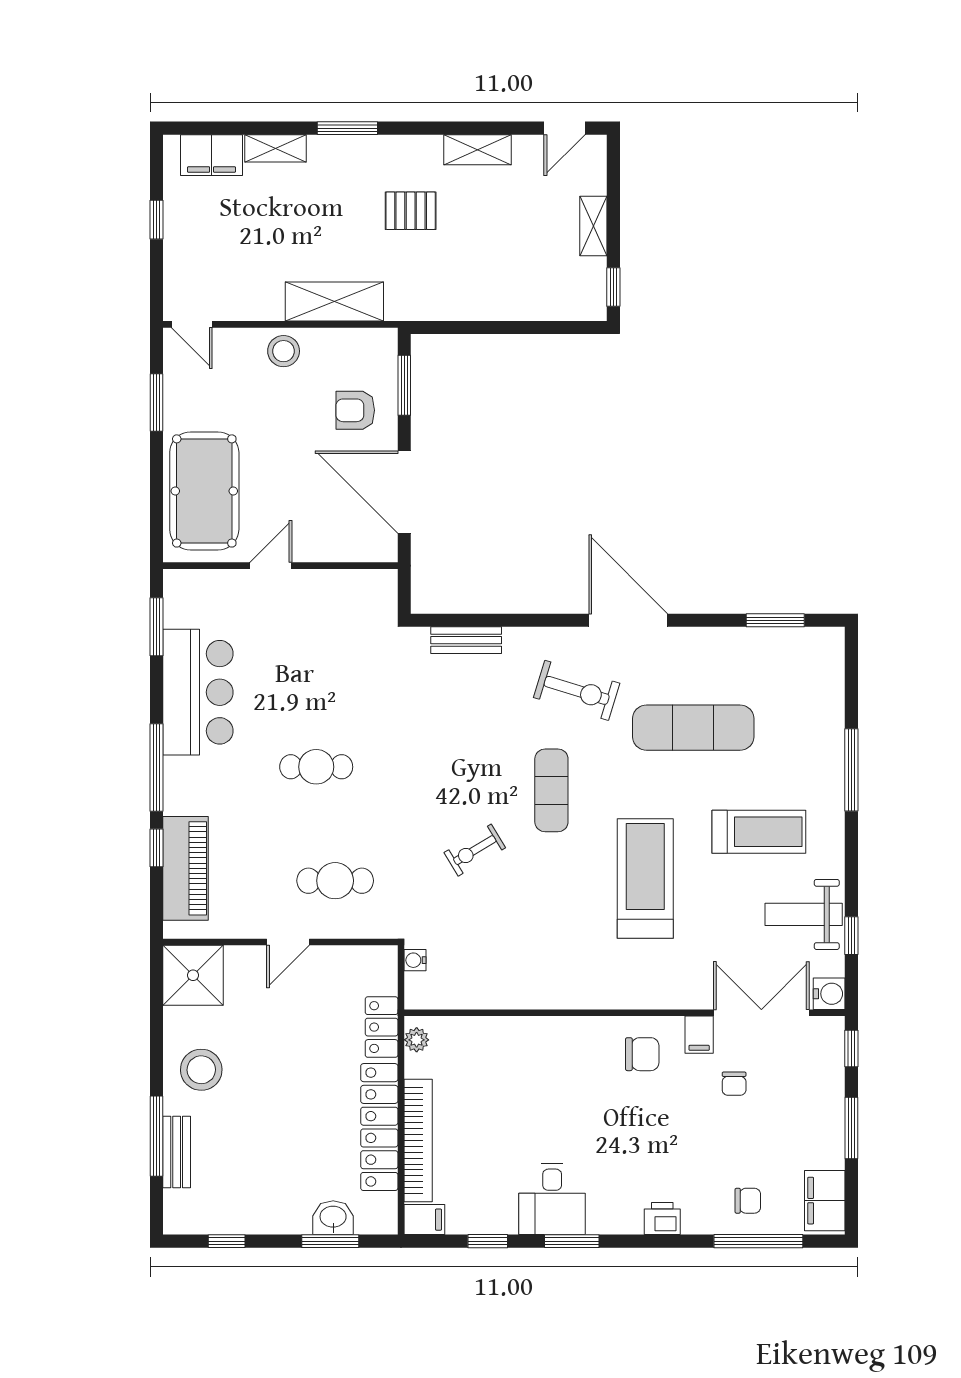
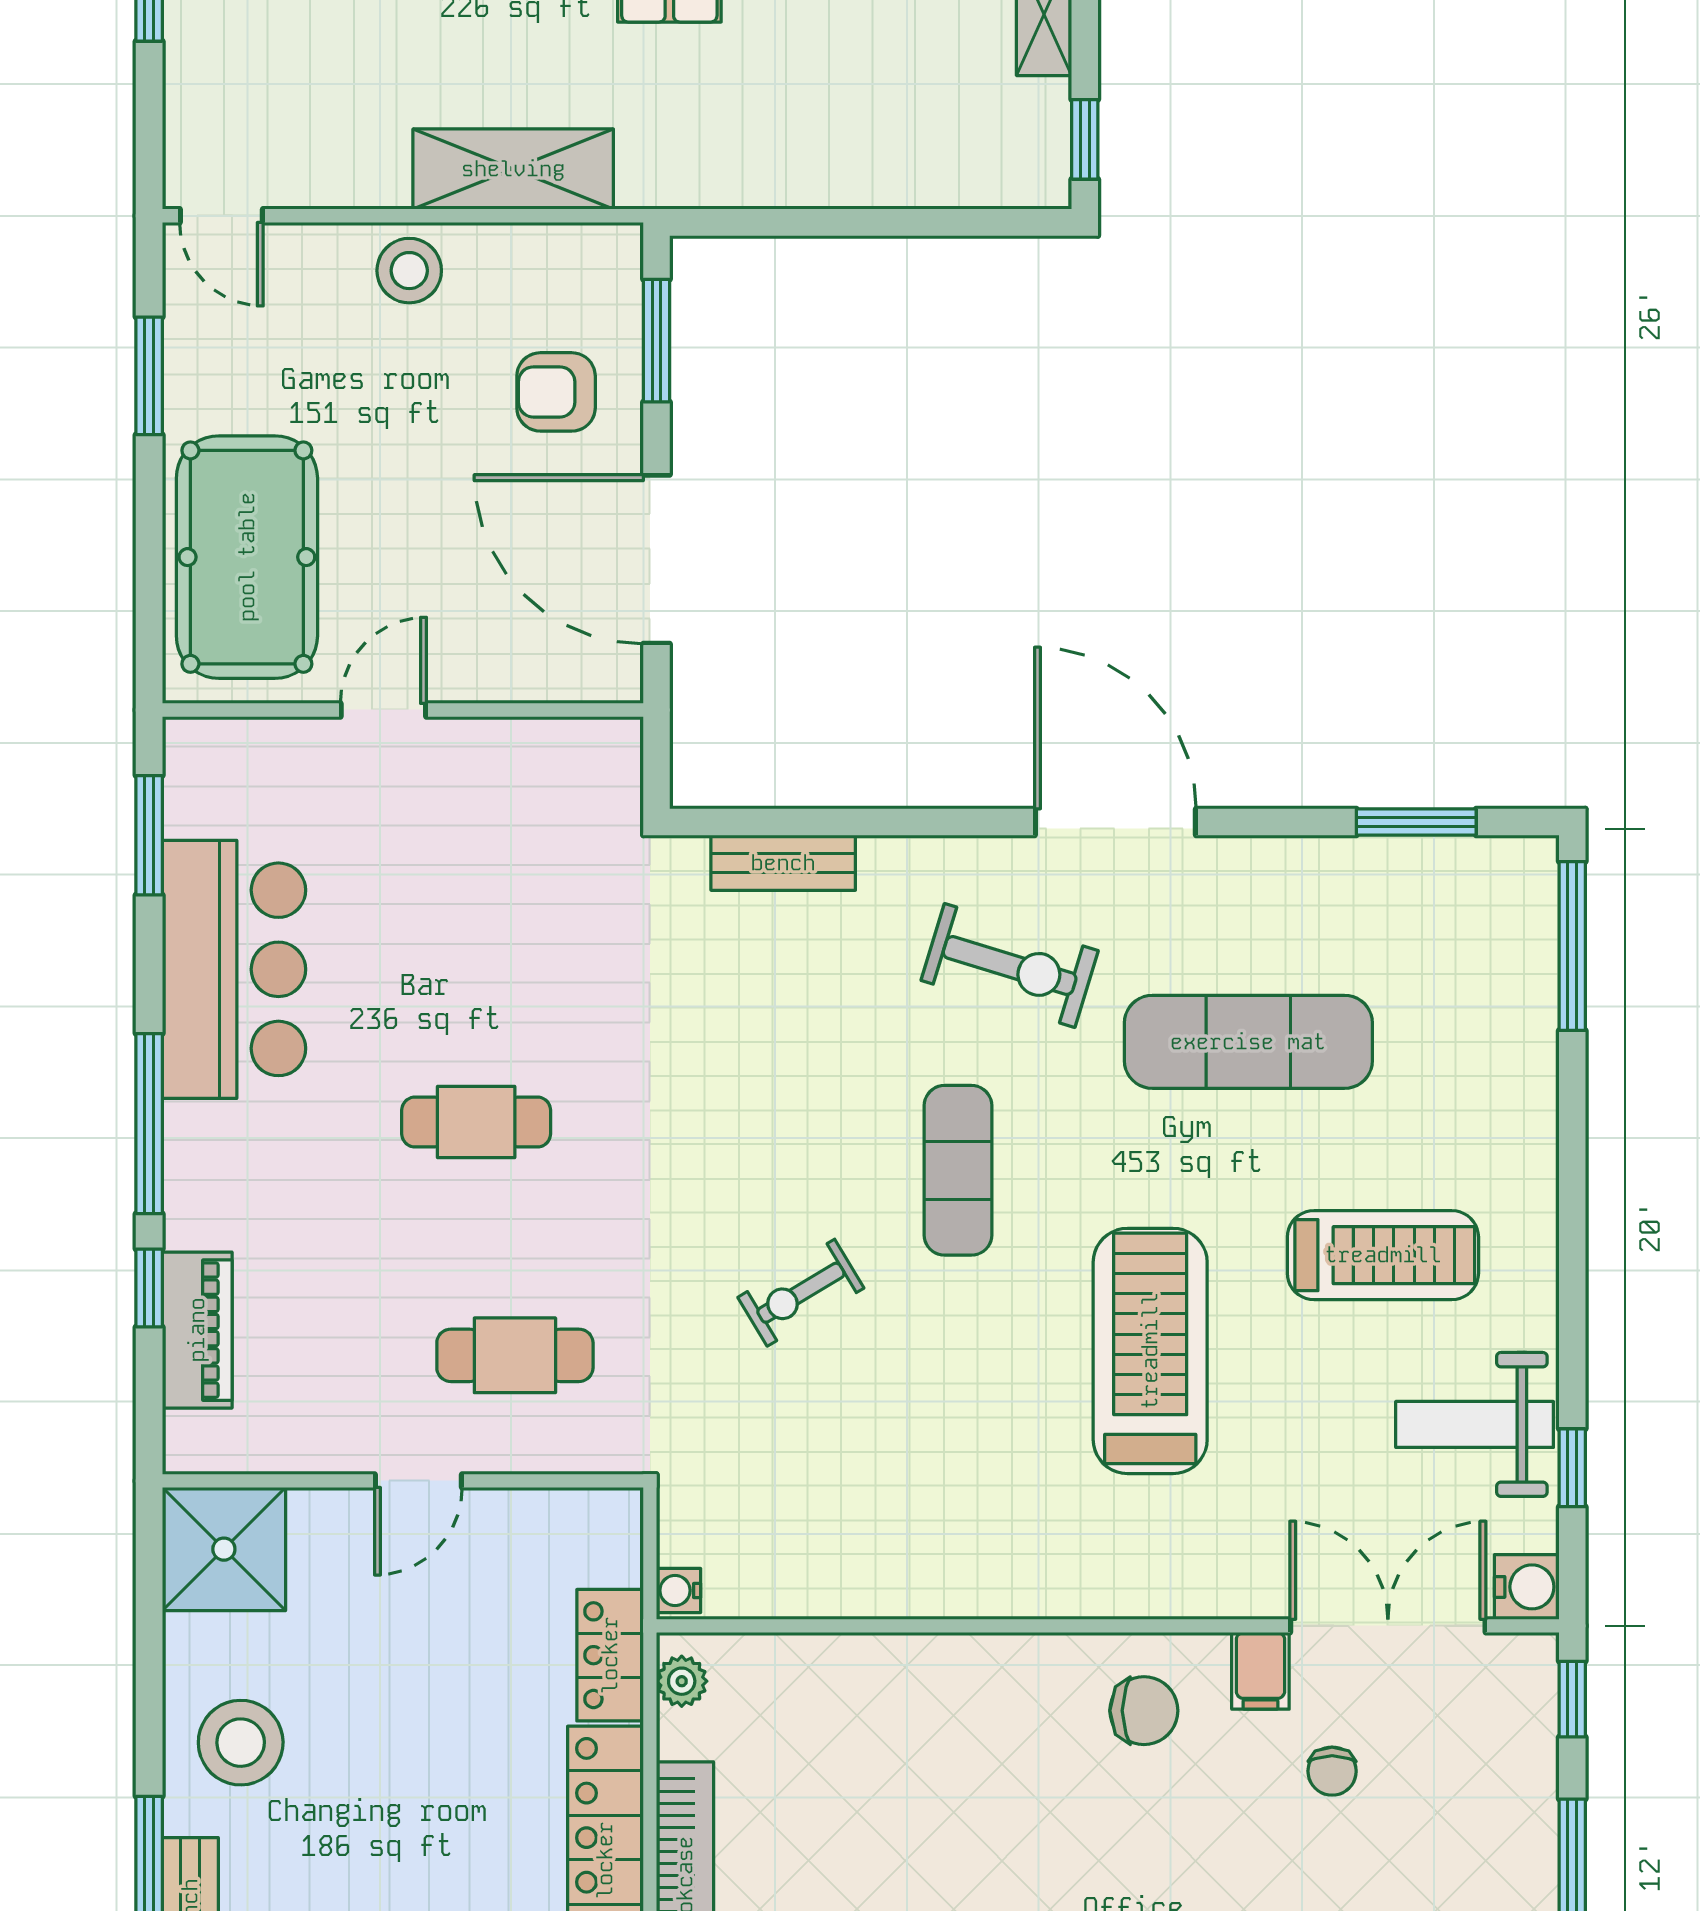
window: (851, 770) -> (1572, 946), moved
piano: (186, 868) -> (197, 1330), width x0.73, depth x0.75
water cooler: (415, 960) -> (679, 1590), moved

